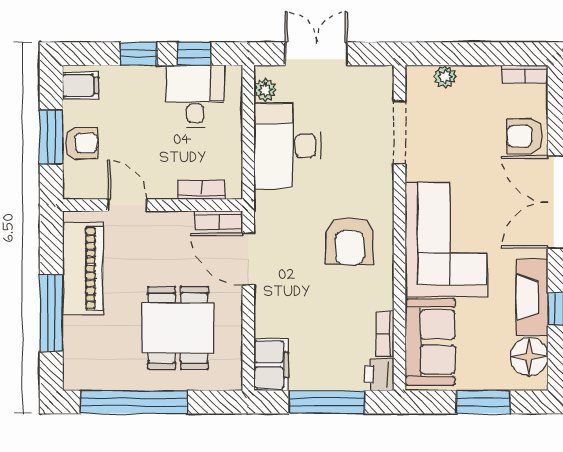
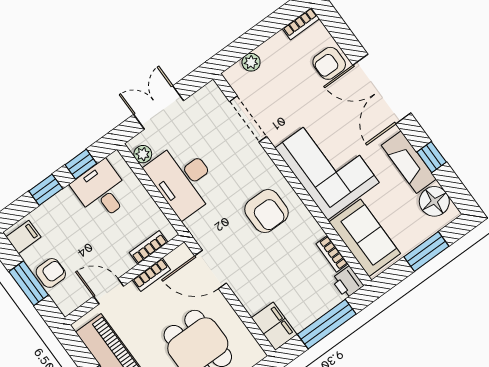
bookcase: (219, 220) -> (151, 275), moved

